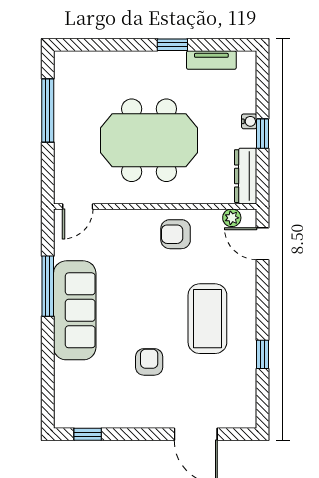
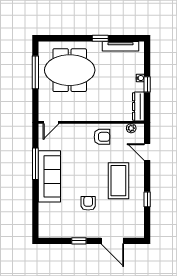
tv unit: (211, 60) -> (121, 46), width x1.41
meeting table: (149, 140) -> (70, 70), moved
armchair: (176, 234) -> (102, 137), turned 180
door: (263, 244) -> (147, 152), moved
window: (88, 434) -> (79, 241), moved

